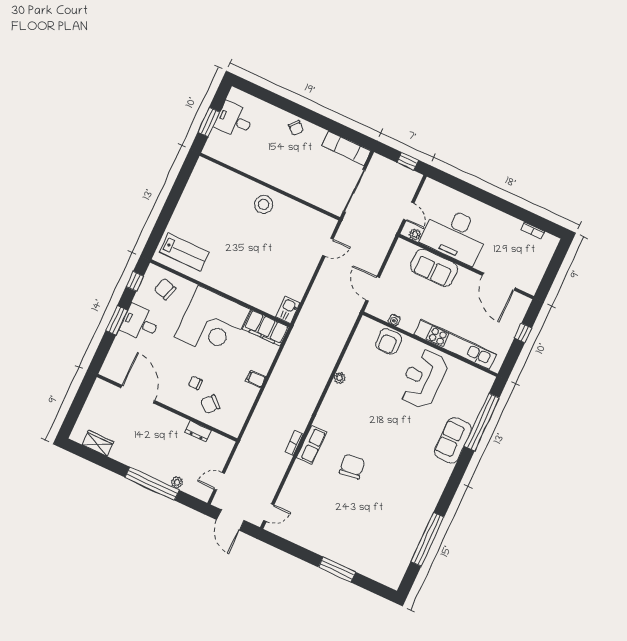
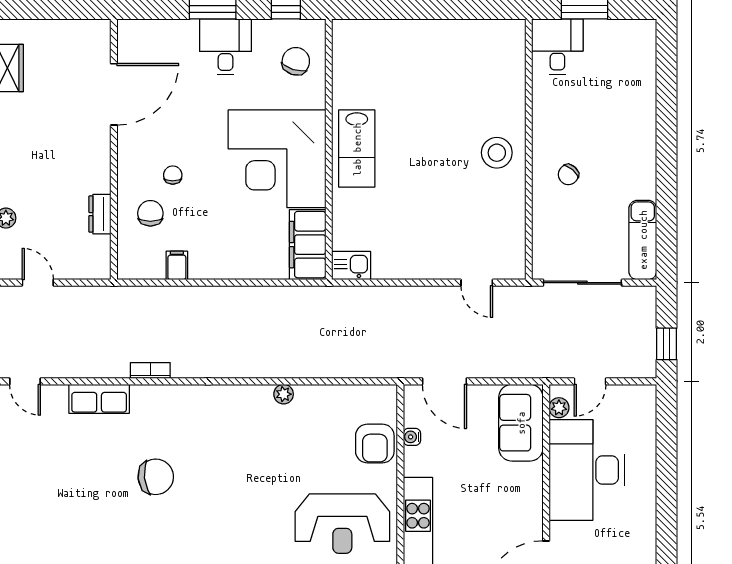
desk: (234, 120) -> (557, 47), moved
chair: (296, 128) -> (568, 175), moved
lab bench: (184, 252) -> (357, 149), moved
sofa: (434, 268) -> (521, 423), moved
door: (373, 289) -> (444, 381), swing flipped
armchair: (389, 341) -> (375, 443), turned -90
filing cabinet: (256, 379) -> (177, 265), moved
reception desk: (423, 379) -> (342, 524), turned 180
chair: (210, 404) -> (150, 213), turned 48
row of seats: (312, 445) -> (99, 399), moved

